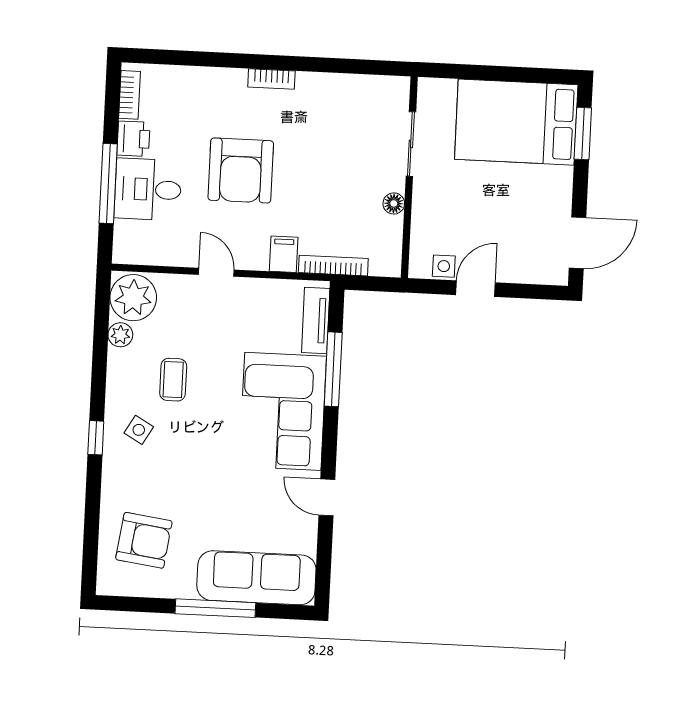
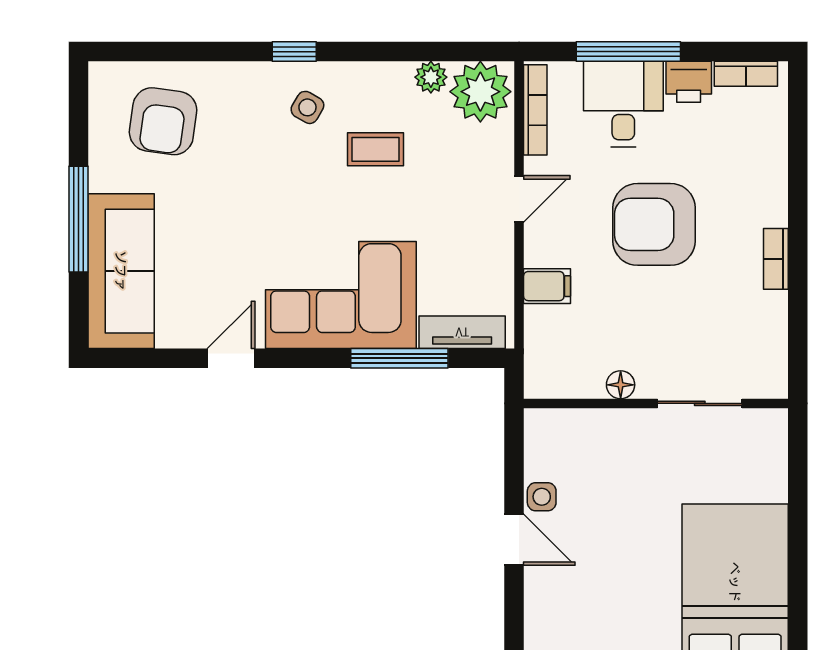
sliding door: (411, 144) -> (700, 403), moved
wall: (409, 177) -> (656, 403), moved
floor lamp: (394, 203) -> (621, 385), moved
bookcase: (333, 266) -> (535, 110), moved

